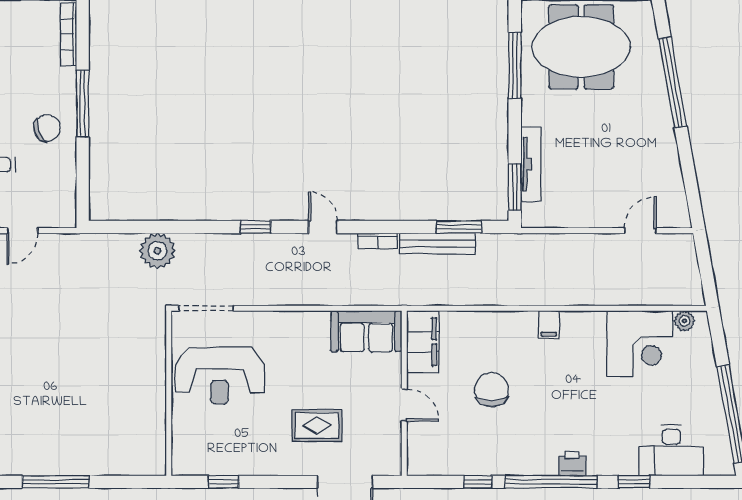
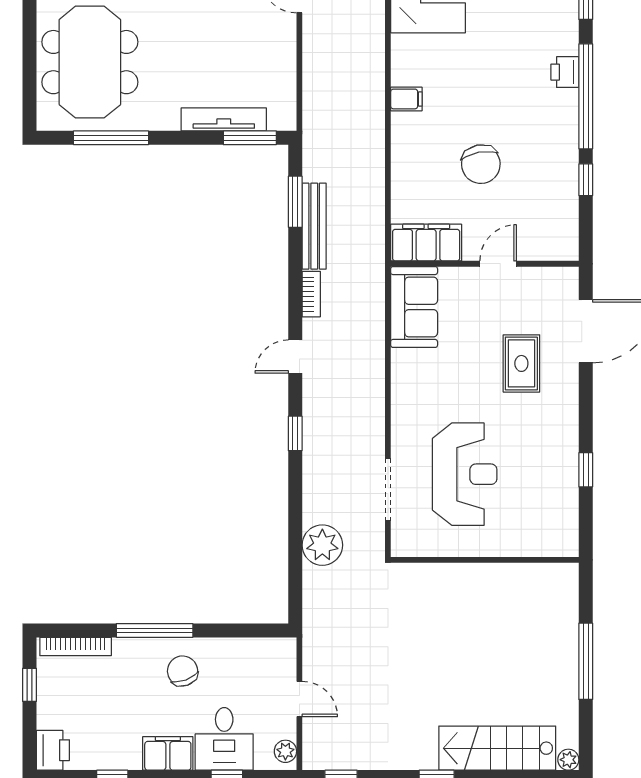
chair: (492, 390) -> (481, 164), turned -100
wall: (169, 393) -> (485, 560), moved

